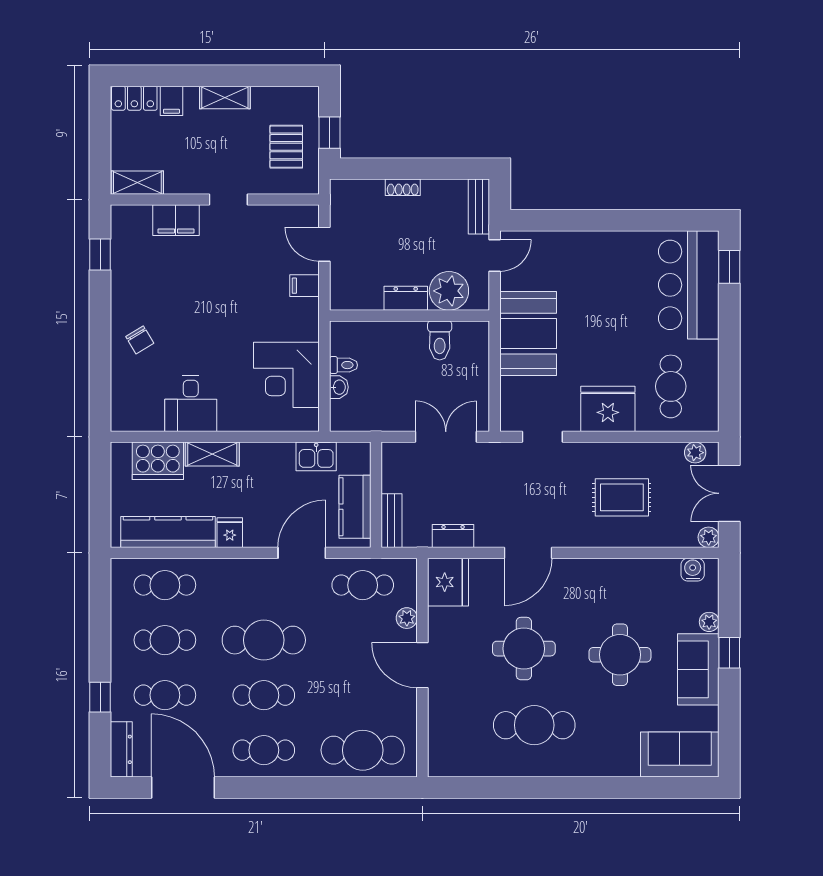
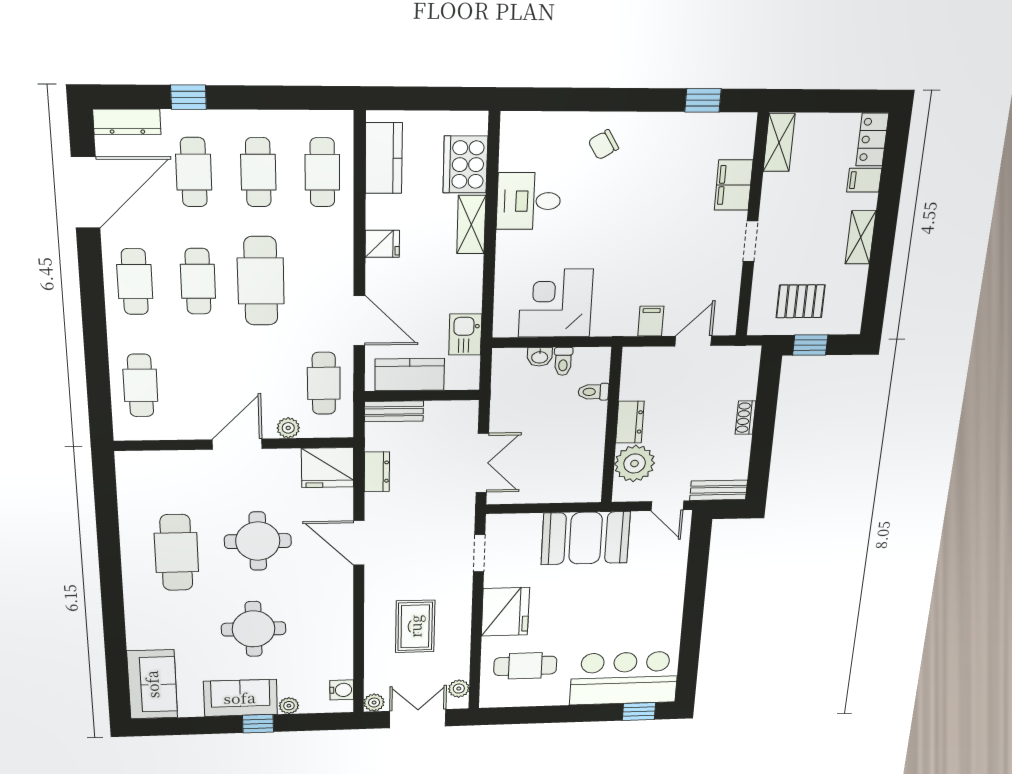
toilet: (440, 340) -> (593, 392), moved, width x0.73, depth x0.72
kitchen counter: (168, 532) -> (384, 158), width x0.67
cafe table: (363, 750) -> (140, 385), width x0.73, depth x0.74

